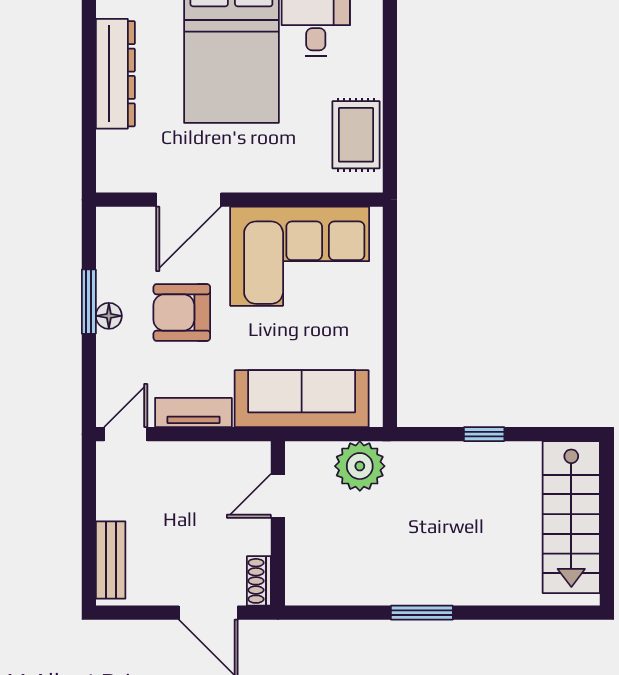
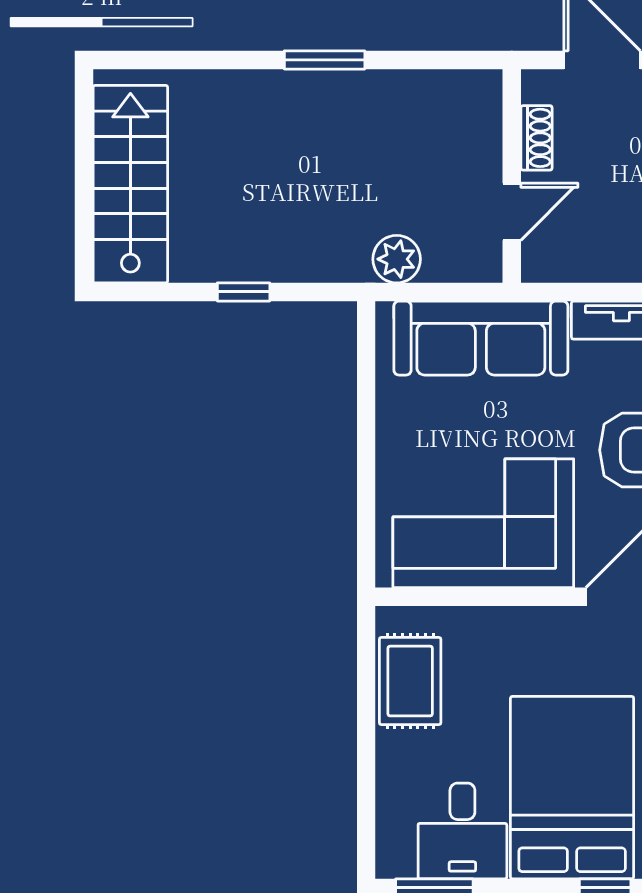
plant: (360, 466) -> (397, 259), width x0.73, depth x0.73
shoe rack: (259, 581) -> (536, 138), moved

